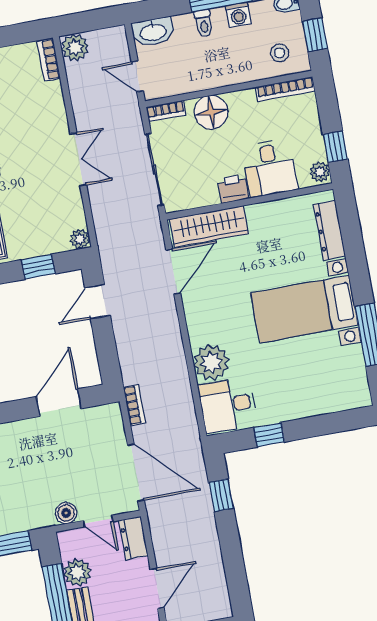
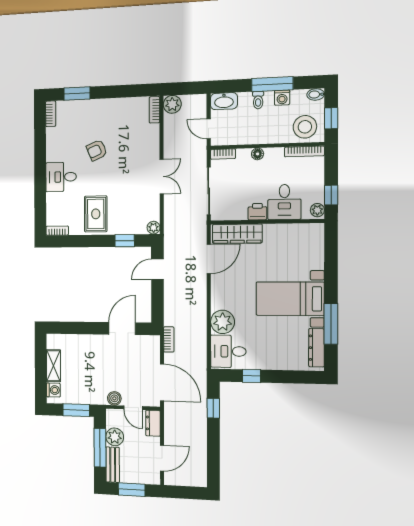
stool: (279, 53) -> (305, 127), width x1.89, depth x1.89
floor lamp: (211, 112) -> (258, 154), width x0.53, depth x0.53
dresser: (329, 230) -> (316, 348), moved

